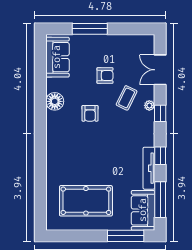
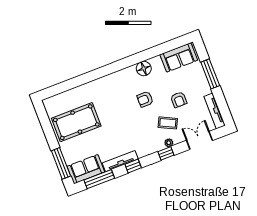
tv unit: (133, 40) -> (215, 111), added
pool table: (86, 201) -> (76, 122), turned 90

